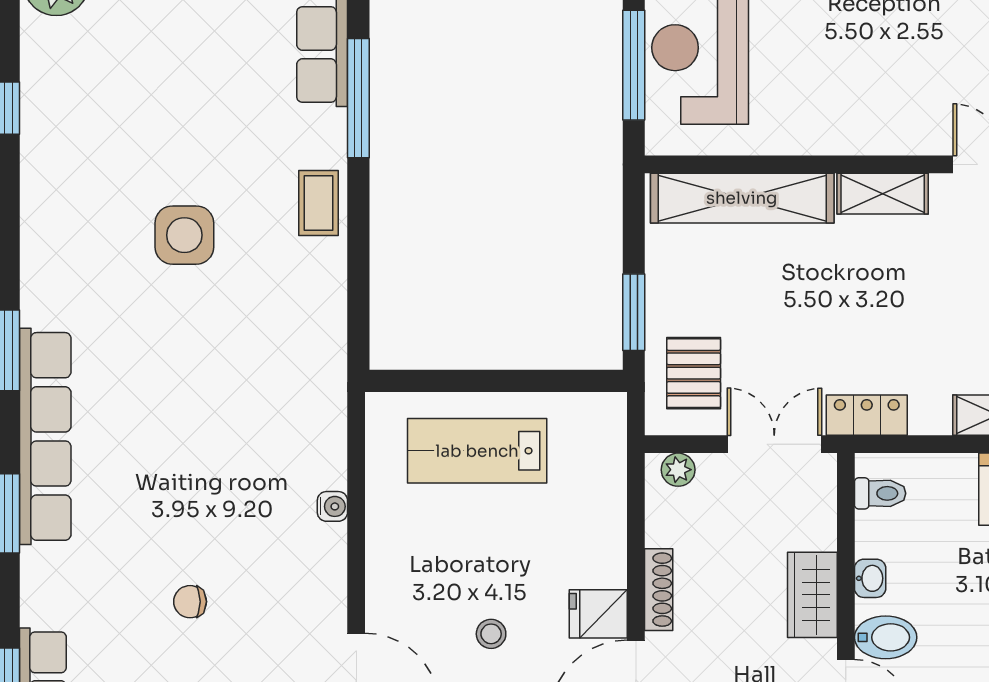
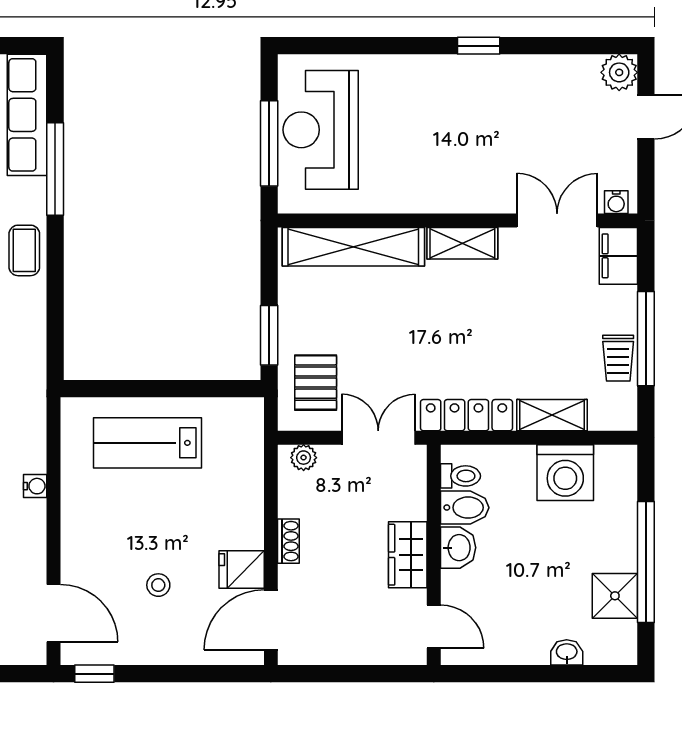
locker: (867, 415) -> (466, 415), width x1.53
washbasin: (870, 578) -> (458, 548), width x1.38, depth x1.45
shoe rack: (659, 590) -> (288, 541), width x0.70
bidet: (886, 637) -> (465, 508), moved

